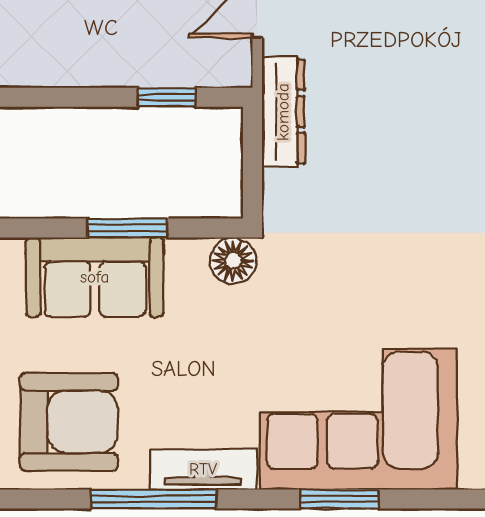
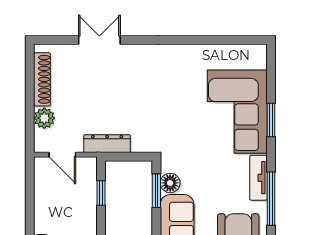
window: (128, 228) -> (156, 191), moved
floor lamp: (233, 261) -> (170, 183), moved

